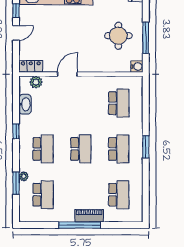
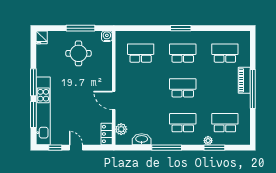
window: (16, 131) -> (167, 148), width x2.17

